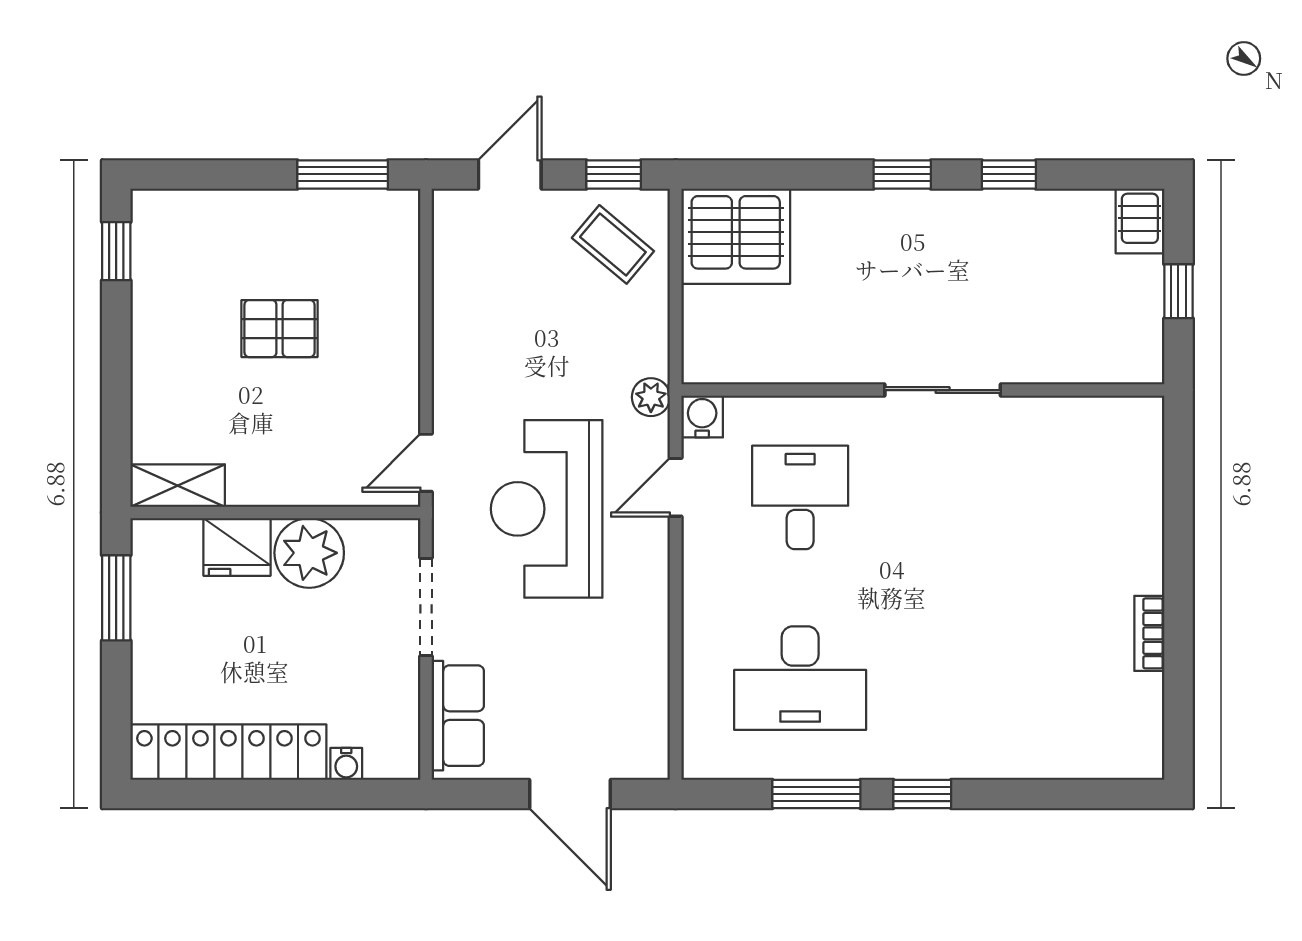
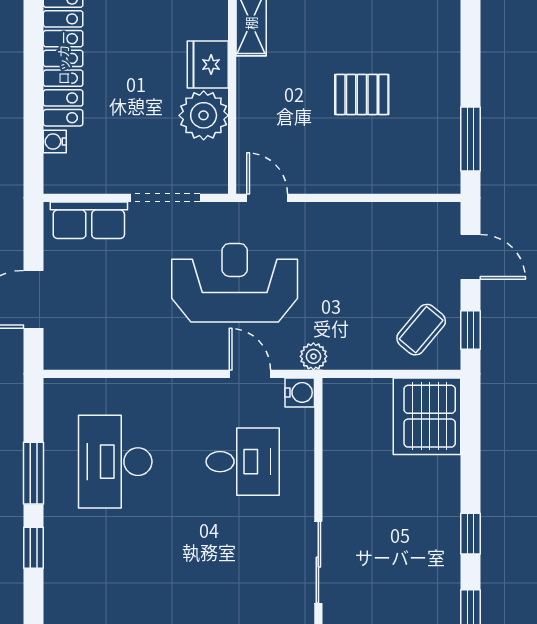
pallet: (279, 329) -> (362, 94), turned 90

